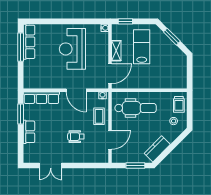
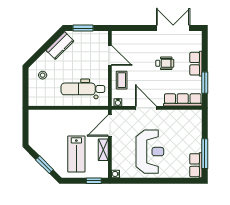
row of seats: (29, 42) -> (196, 165), width x0.68
trolley: (179, 104) -> (37, 93), removed
wheelchair: (76, 137) -> (165, 63), moved
door: (110, 140) -> (110, 55), swing flipped
double door: (51, 165) -> (173, 28), width x1.37

